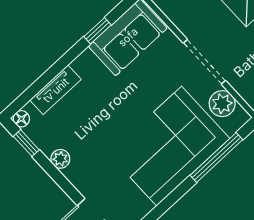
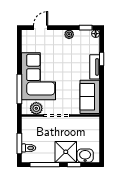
window: (98, 31) -> (102, 59), moved
tv unit: (56, 90) -> (95, 67), moved

